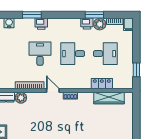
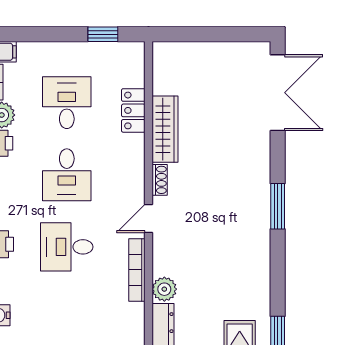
wardrobe: (109, 98) -> (165, 129), moved

